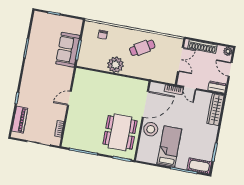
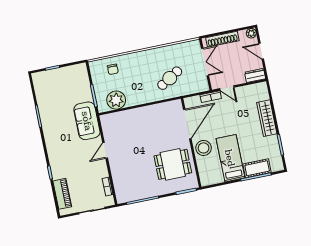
cafe table: (142, 48) -> (170, 78), moved
sofa: (68, 50) -> (87, 121), moved
plant: (115, 65) -> (116, 100), moved
wardrobe: (215, 110) -> (267, 118), moved
dining table: (120, 132) -> (173, 164), width x0.73
cot: (199, 166) -> (257, 168), moved

